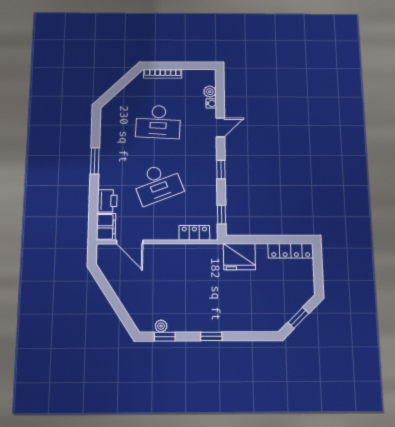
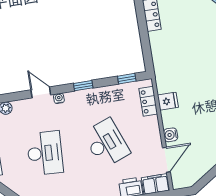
water cooler: (211, 103) -> (59, 98), moved
water cooler: (155, 251) -> (171, 135), added
fridge: (239, 257) -> (168, 101), moved, width x0.53, depth x0.75

